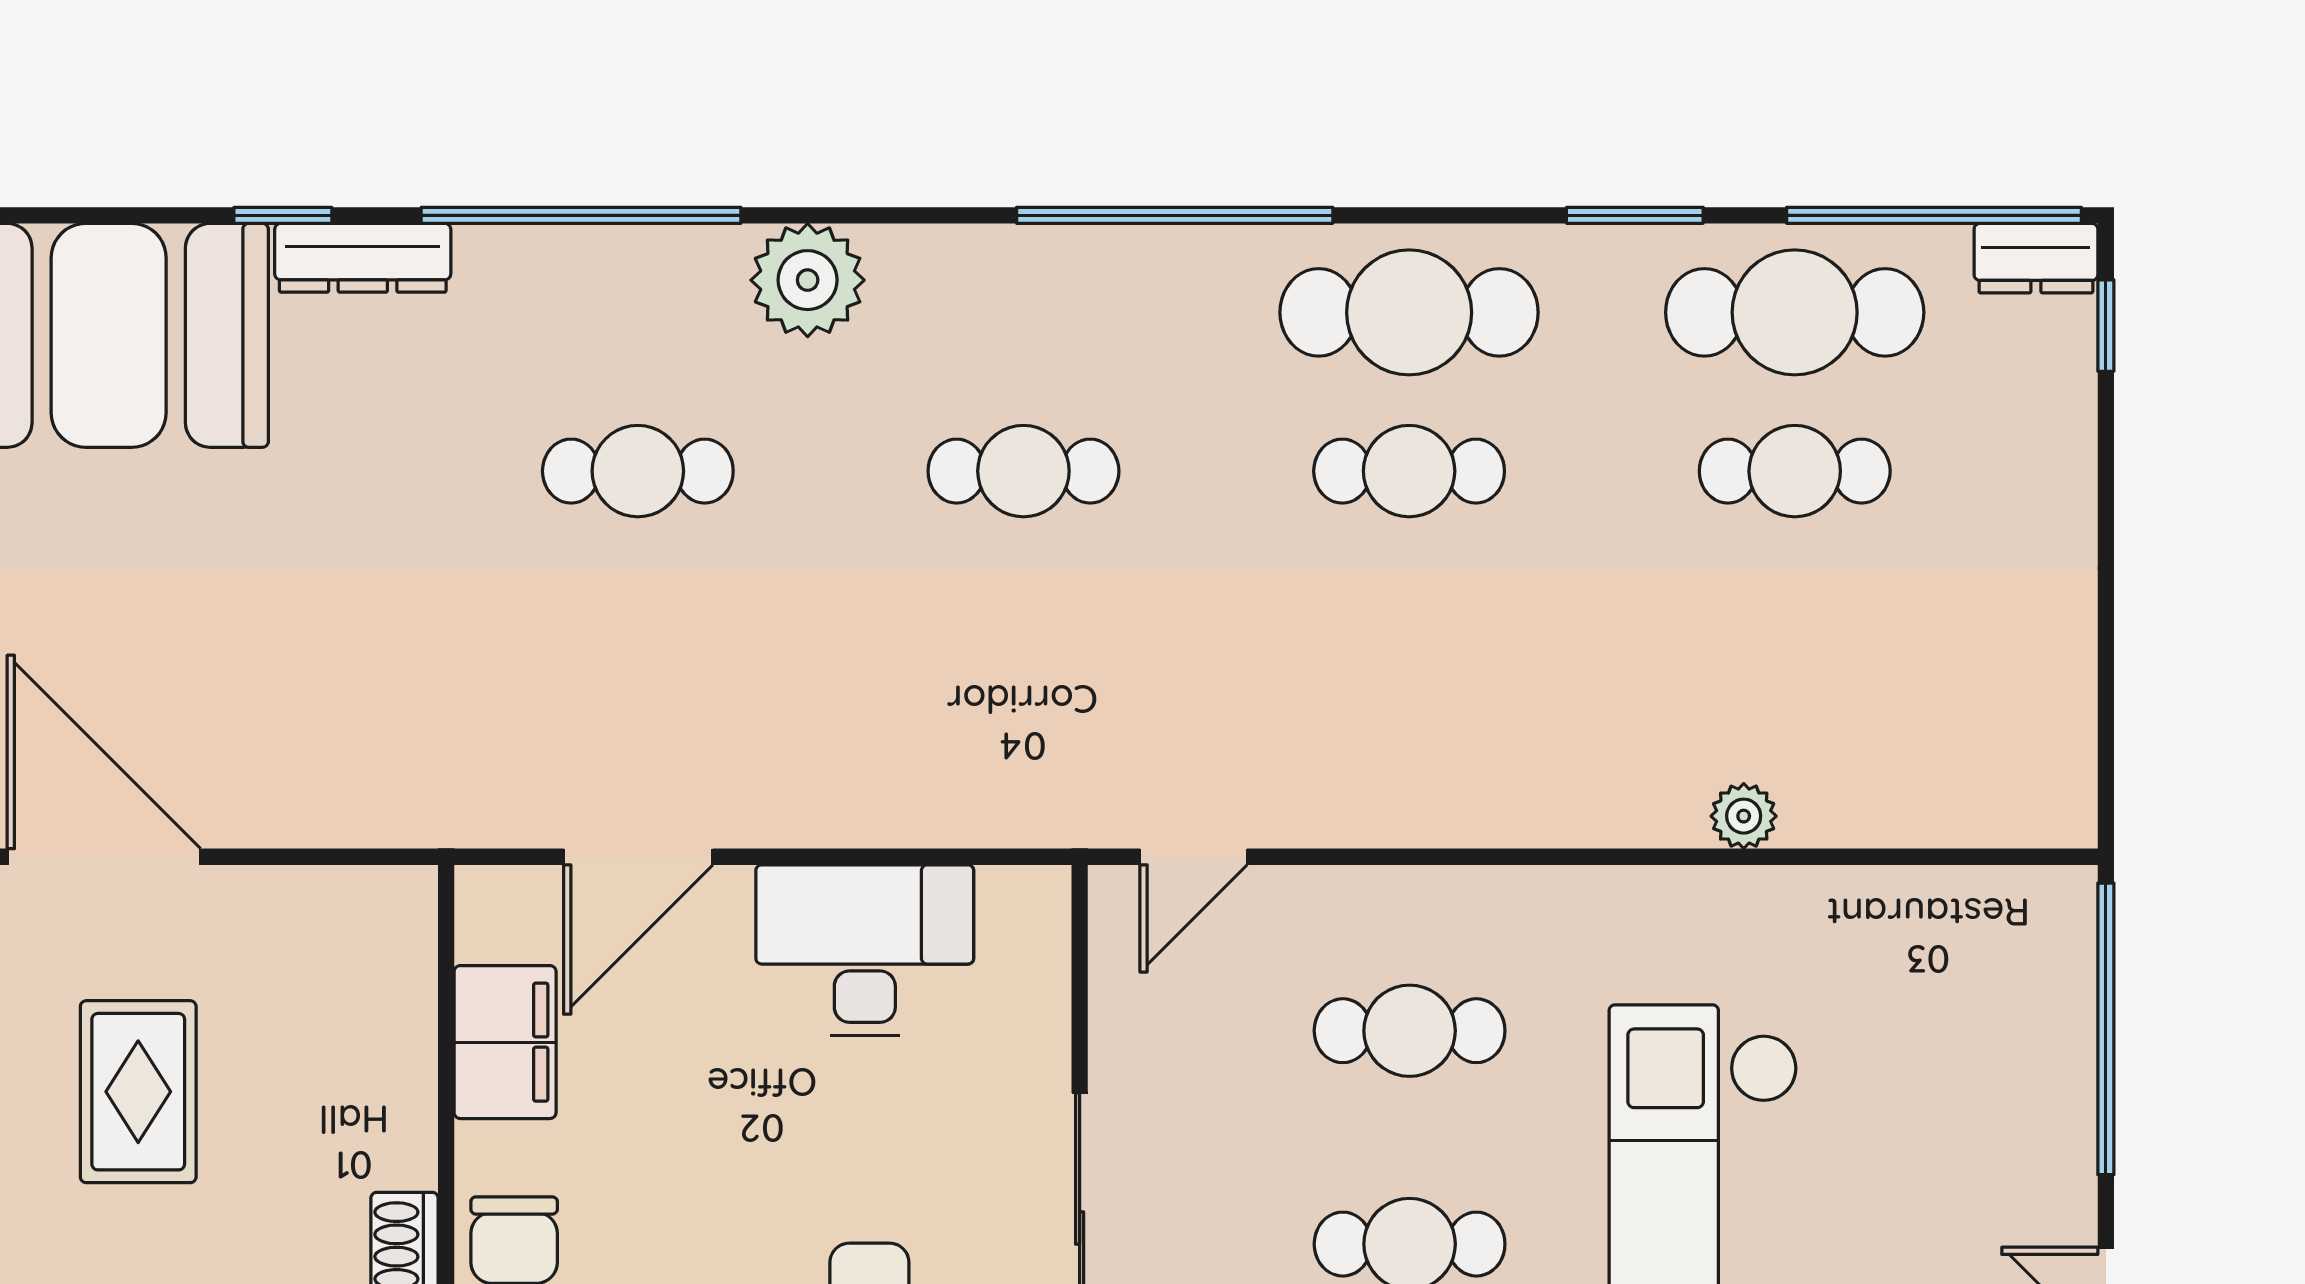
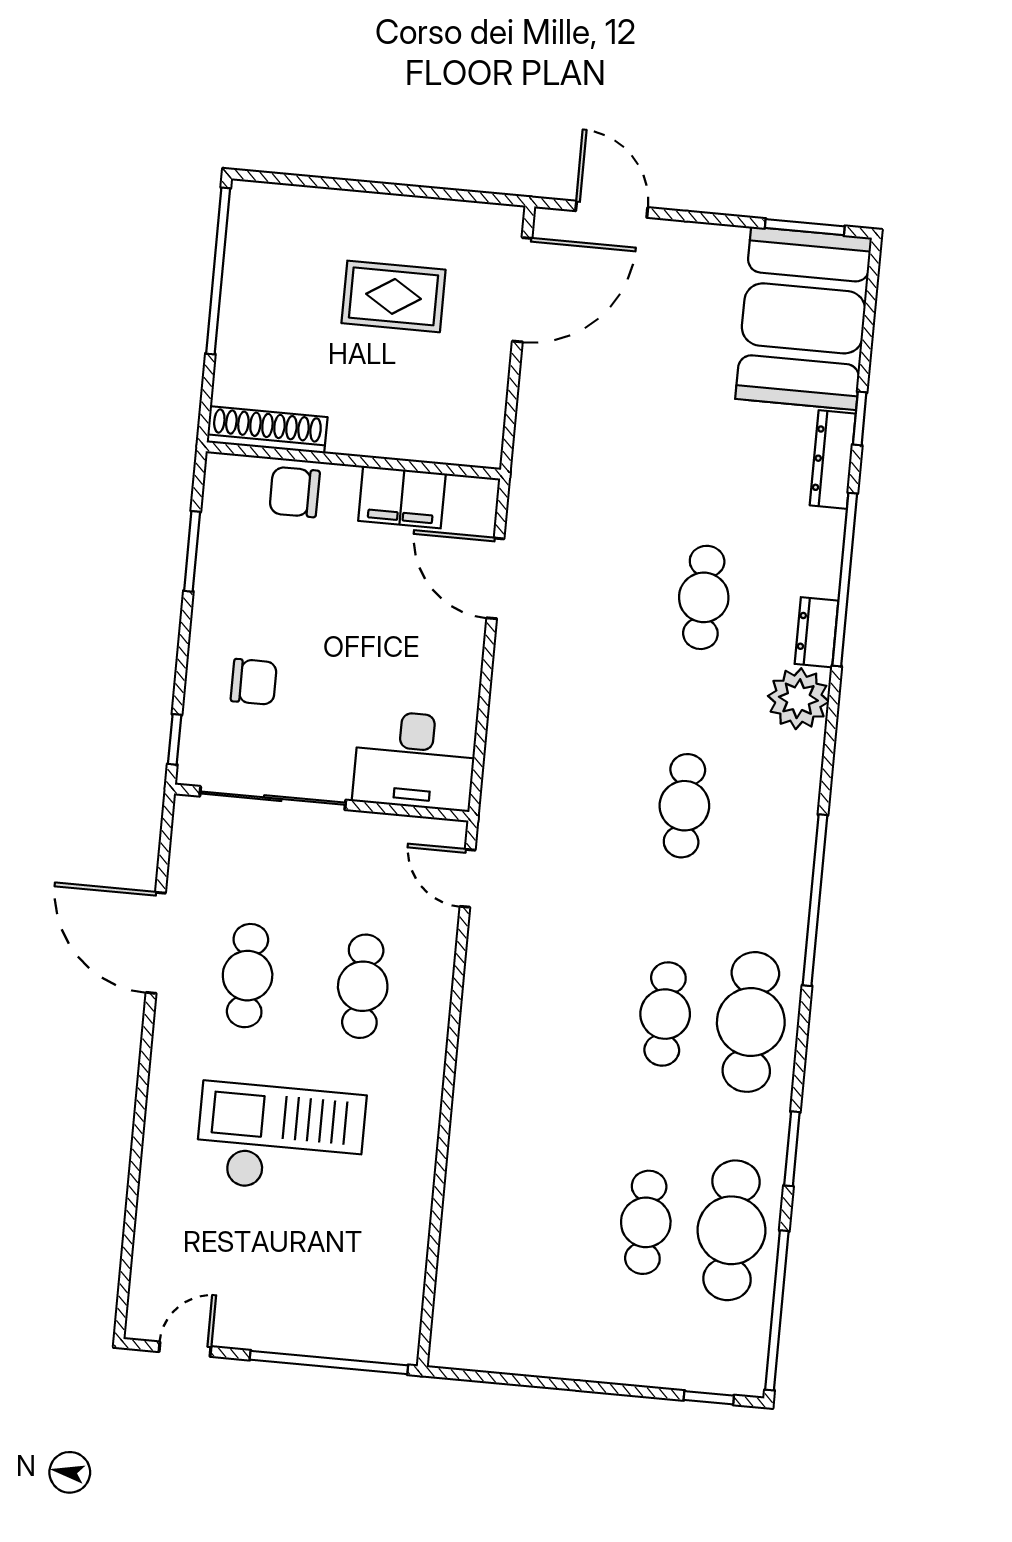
dresser: (2036, 258) -> (817, 632), moved
plant: (1744, 816) -> (462, 1177), removed
desk: (865, 950) -> (415, 760), moved, turned 90

